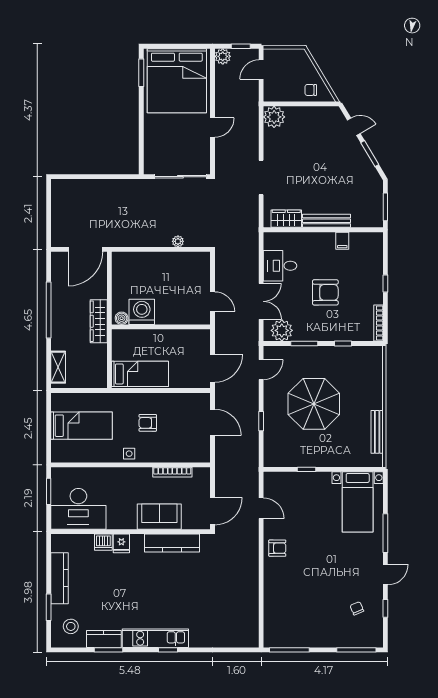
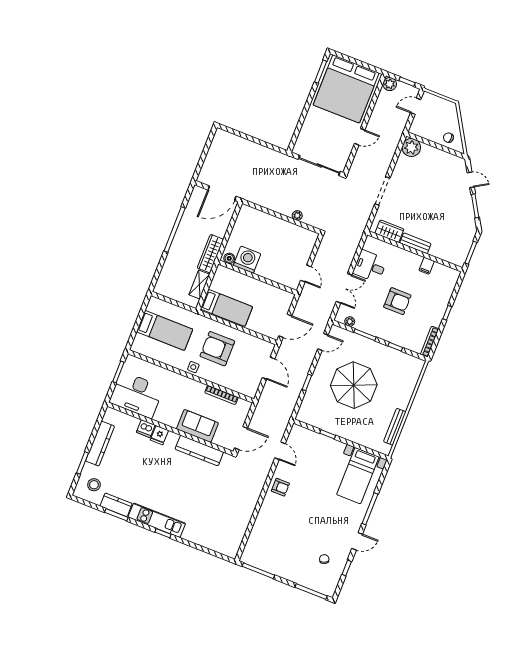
bench: (326, 221) -> (415, 243), width x0.73
plant: (282, 330) -> (350, 322), width x0.53, depth x0.53
shelving: (58, 367) -> (199, 285), moved
armchair: (148, 423) -> (217, 349), width x1.88, depth x1.88

